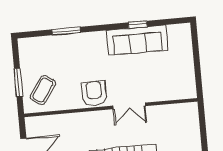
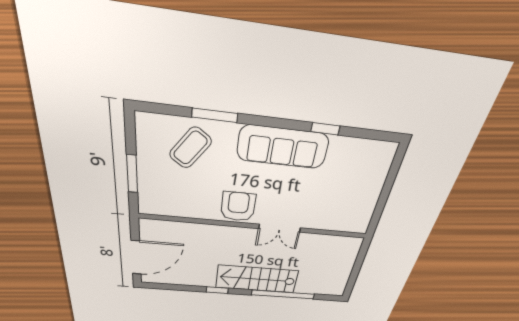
sofa: (137, 40) -> (283, 147), moved
coffee table: (43, 90) -> (190, 148), moved

